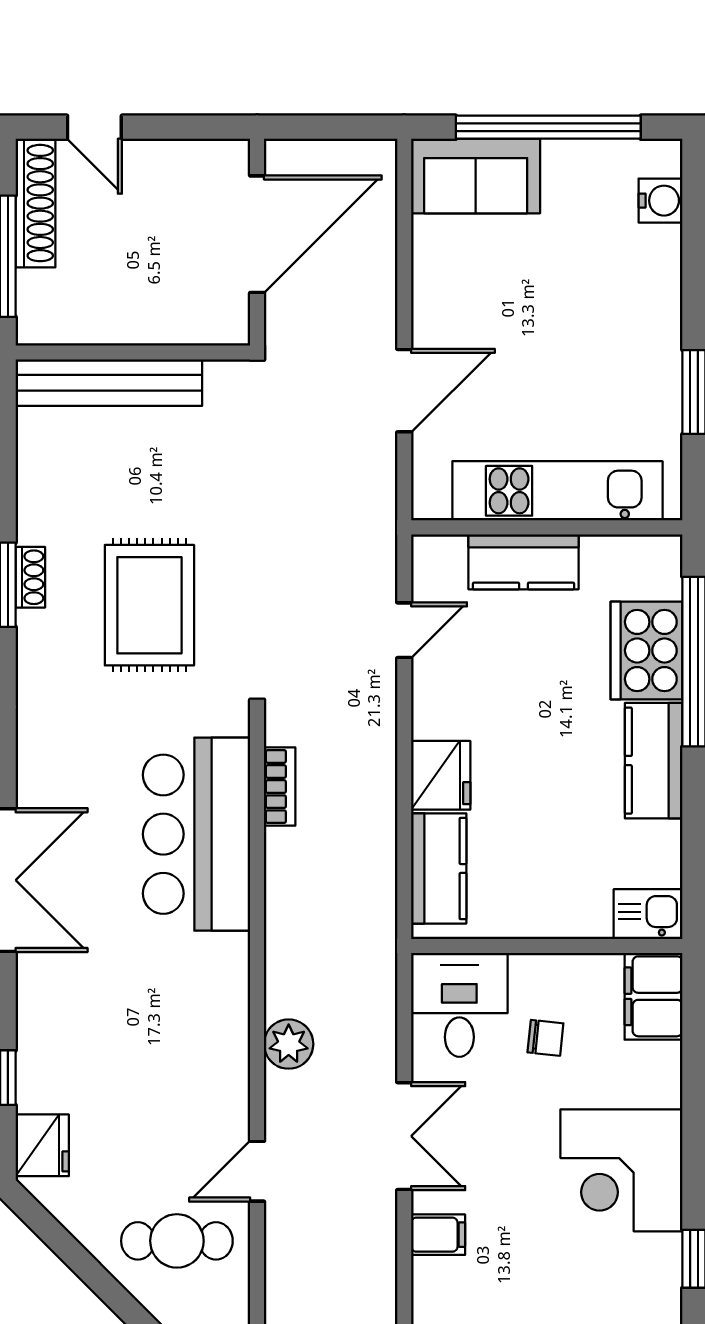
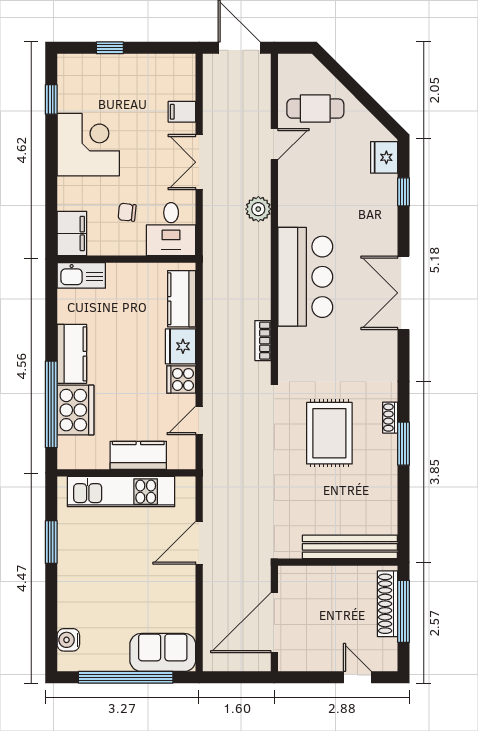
shoe rack: (35, 203) -> (388, 604), moved
shoe rack: (30, 577) -> (390, 418), moved
cooker: (439, 710) -> (181, 379), added
bar counter: (197, 834) -> (305, 277), moved
kitchen sink: (648, 914) -> (81, 275), width x1.38

